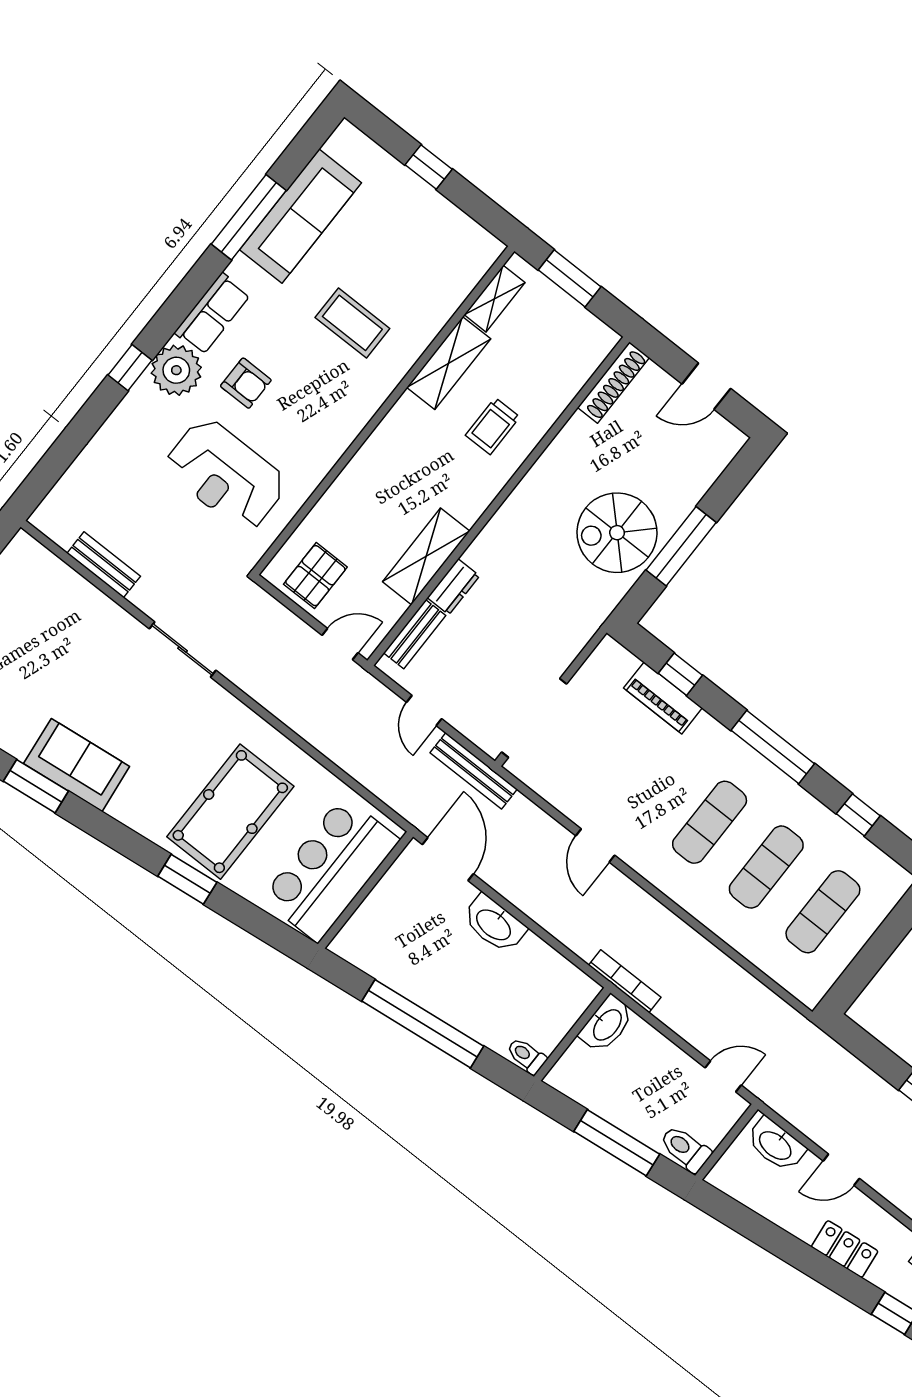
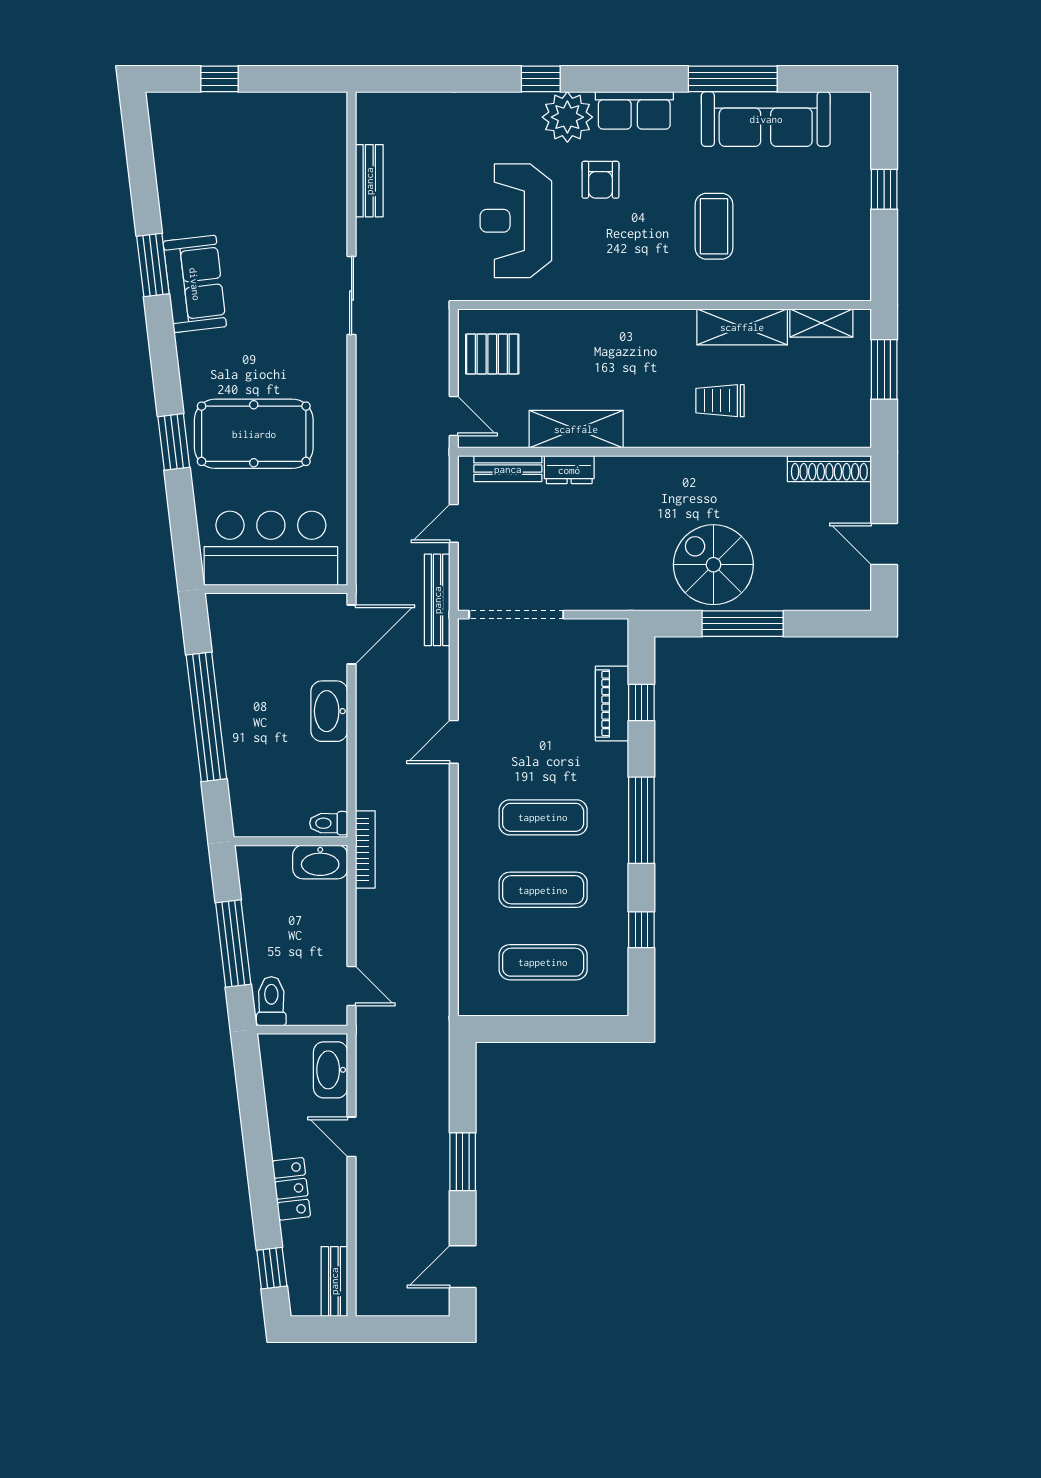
toilet: (526, 1056) -> (329, 823), moved, turned -90

